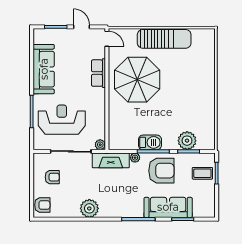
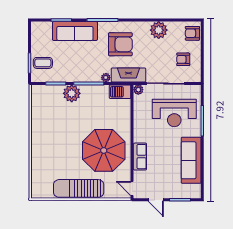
plant: (187, 141) -> (72, 93), moved
barbecue: (150, 142) -> (120, 92), moved
armchair: (161, 171) -> (120, 44), moved, turned 180
plant: (89, 208) -> (159, 30), moved

